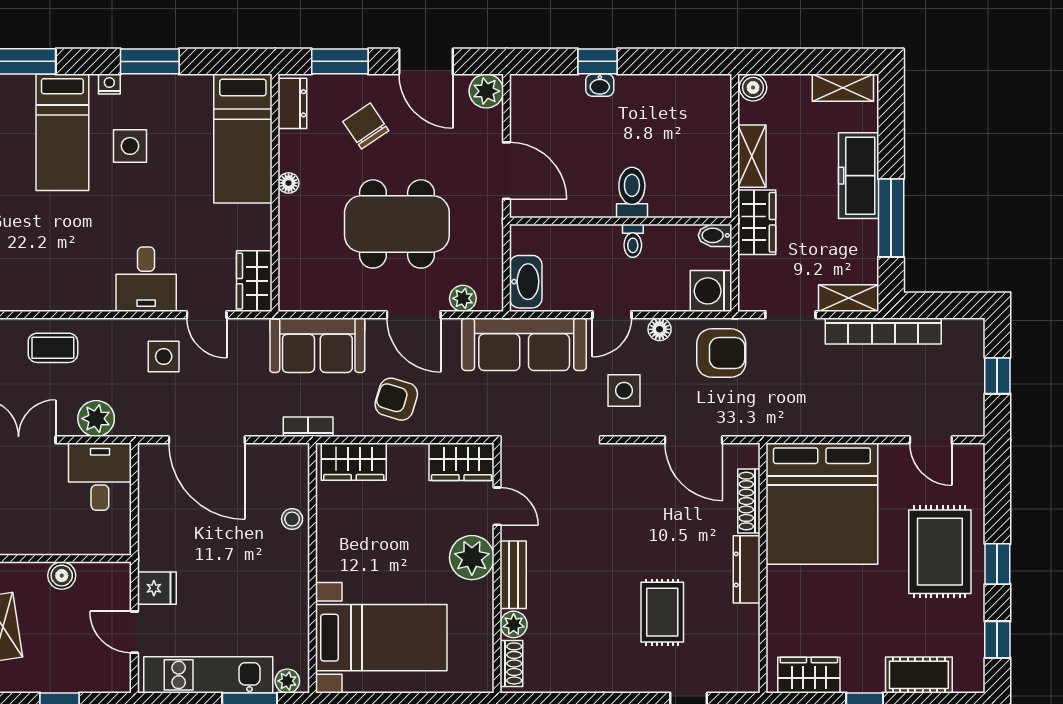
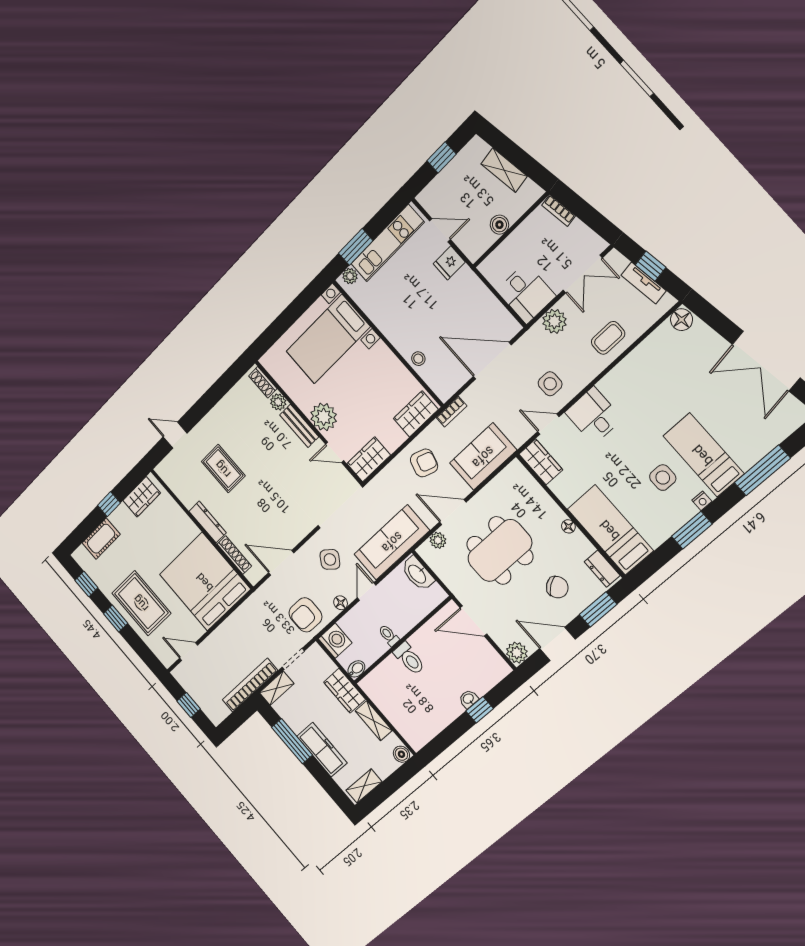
side table: (624, 391) -> (330, 559), turned 37

